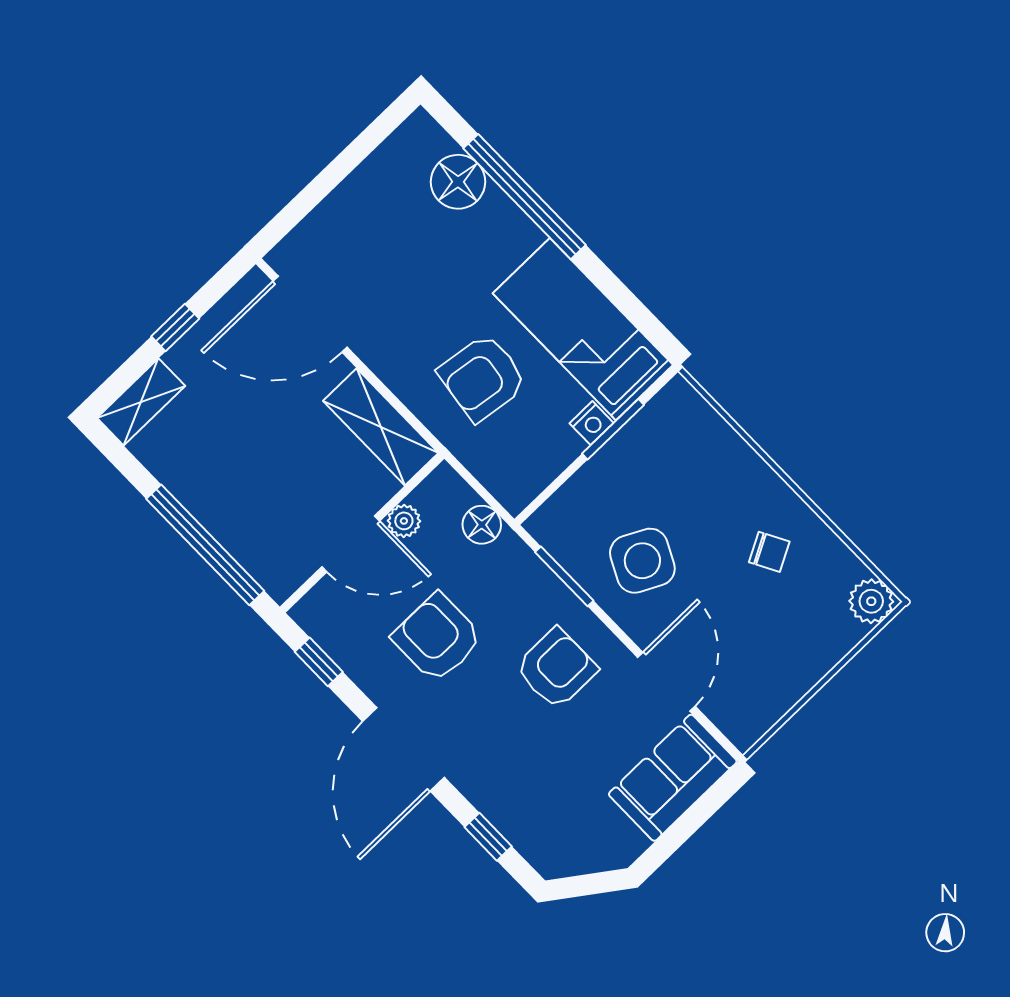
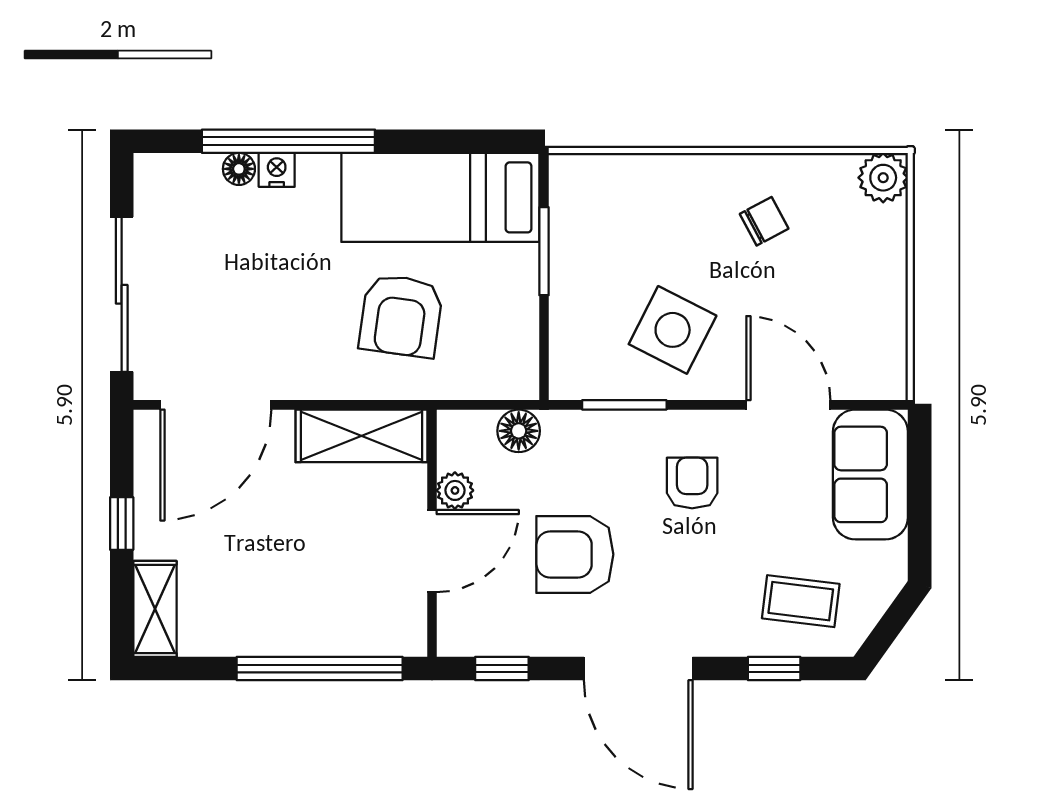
floor lamp: (458, 182) -> (239, 169), width x0.53, depth x0.53
sliding door: (322, 185) -> (122, 294), added
nightstand: (591, 423) -> (277, 170), moved, turned -90
armchair: (556, 669) -> (692, 483), width x0.72, depth x0.72
coffee table: (548, 812) -> (801, 601), added

